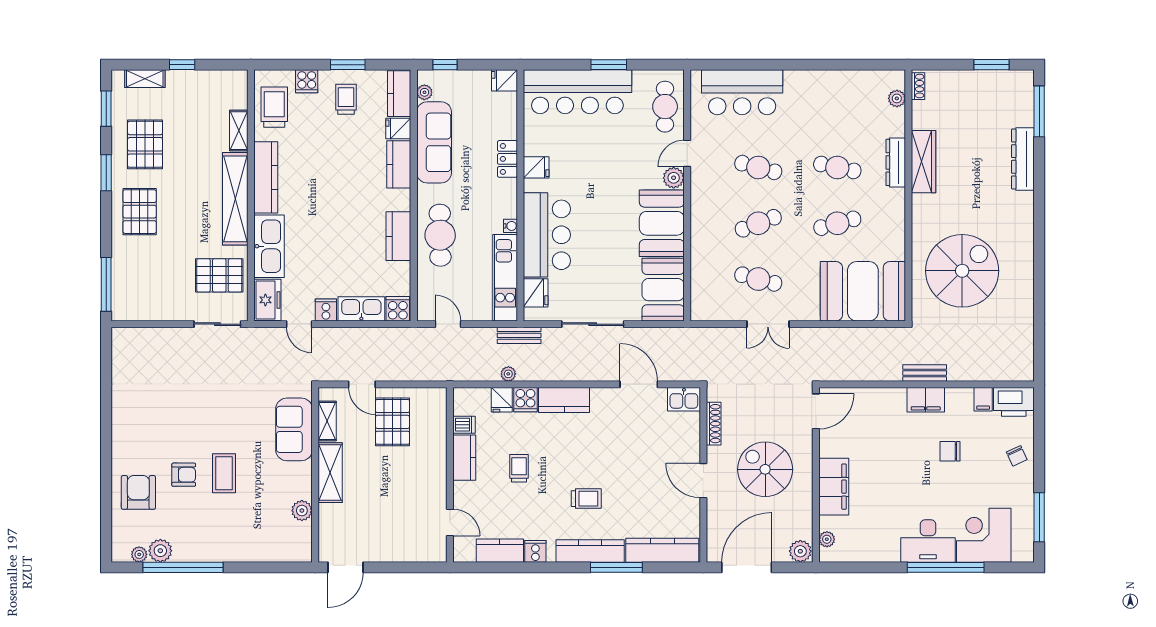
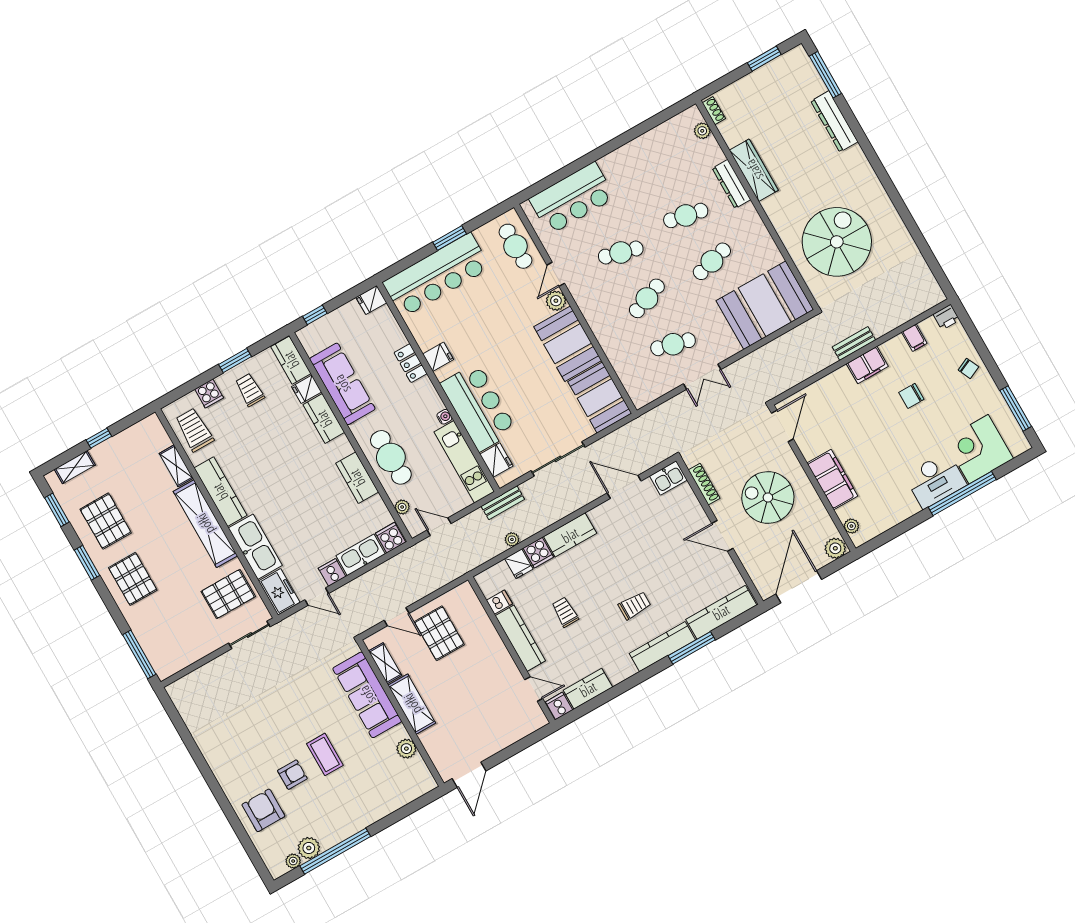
plant: (424, 92) -> (402, 507), moved
printer: (1014, 402) -> (946, 317), width x0.53, depth x0.68
sofa: (294, 429) -> (367, 695), width x1.36
kitchen counter: (464, 458) -> (520, 638), width x1.50
cooker: (535, 551) -> (559, 706), moved

